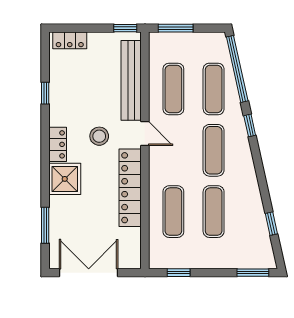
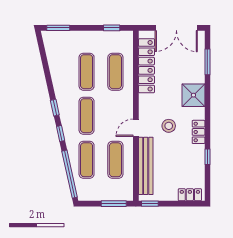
door: (145, 134) -> (136, 128), hinge flipped
locker: (58, 144) -> (199, 132), moved
locker: (130, 188) -> (146, 66), moved
window: (271, 224) -> (55, 108), moved

